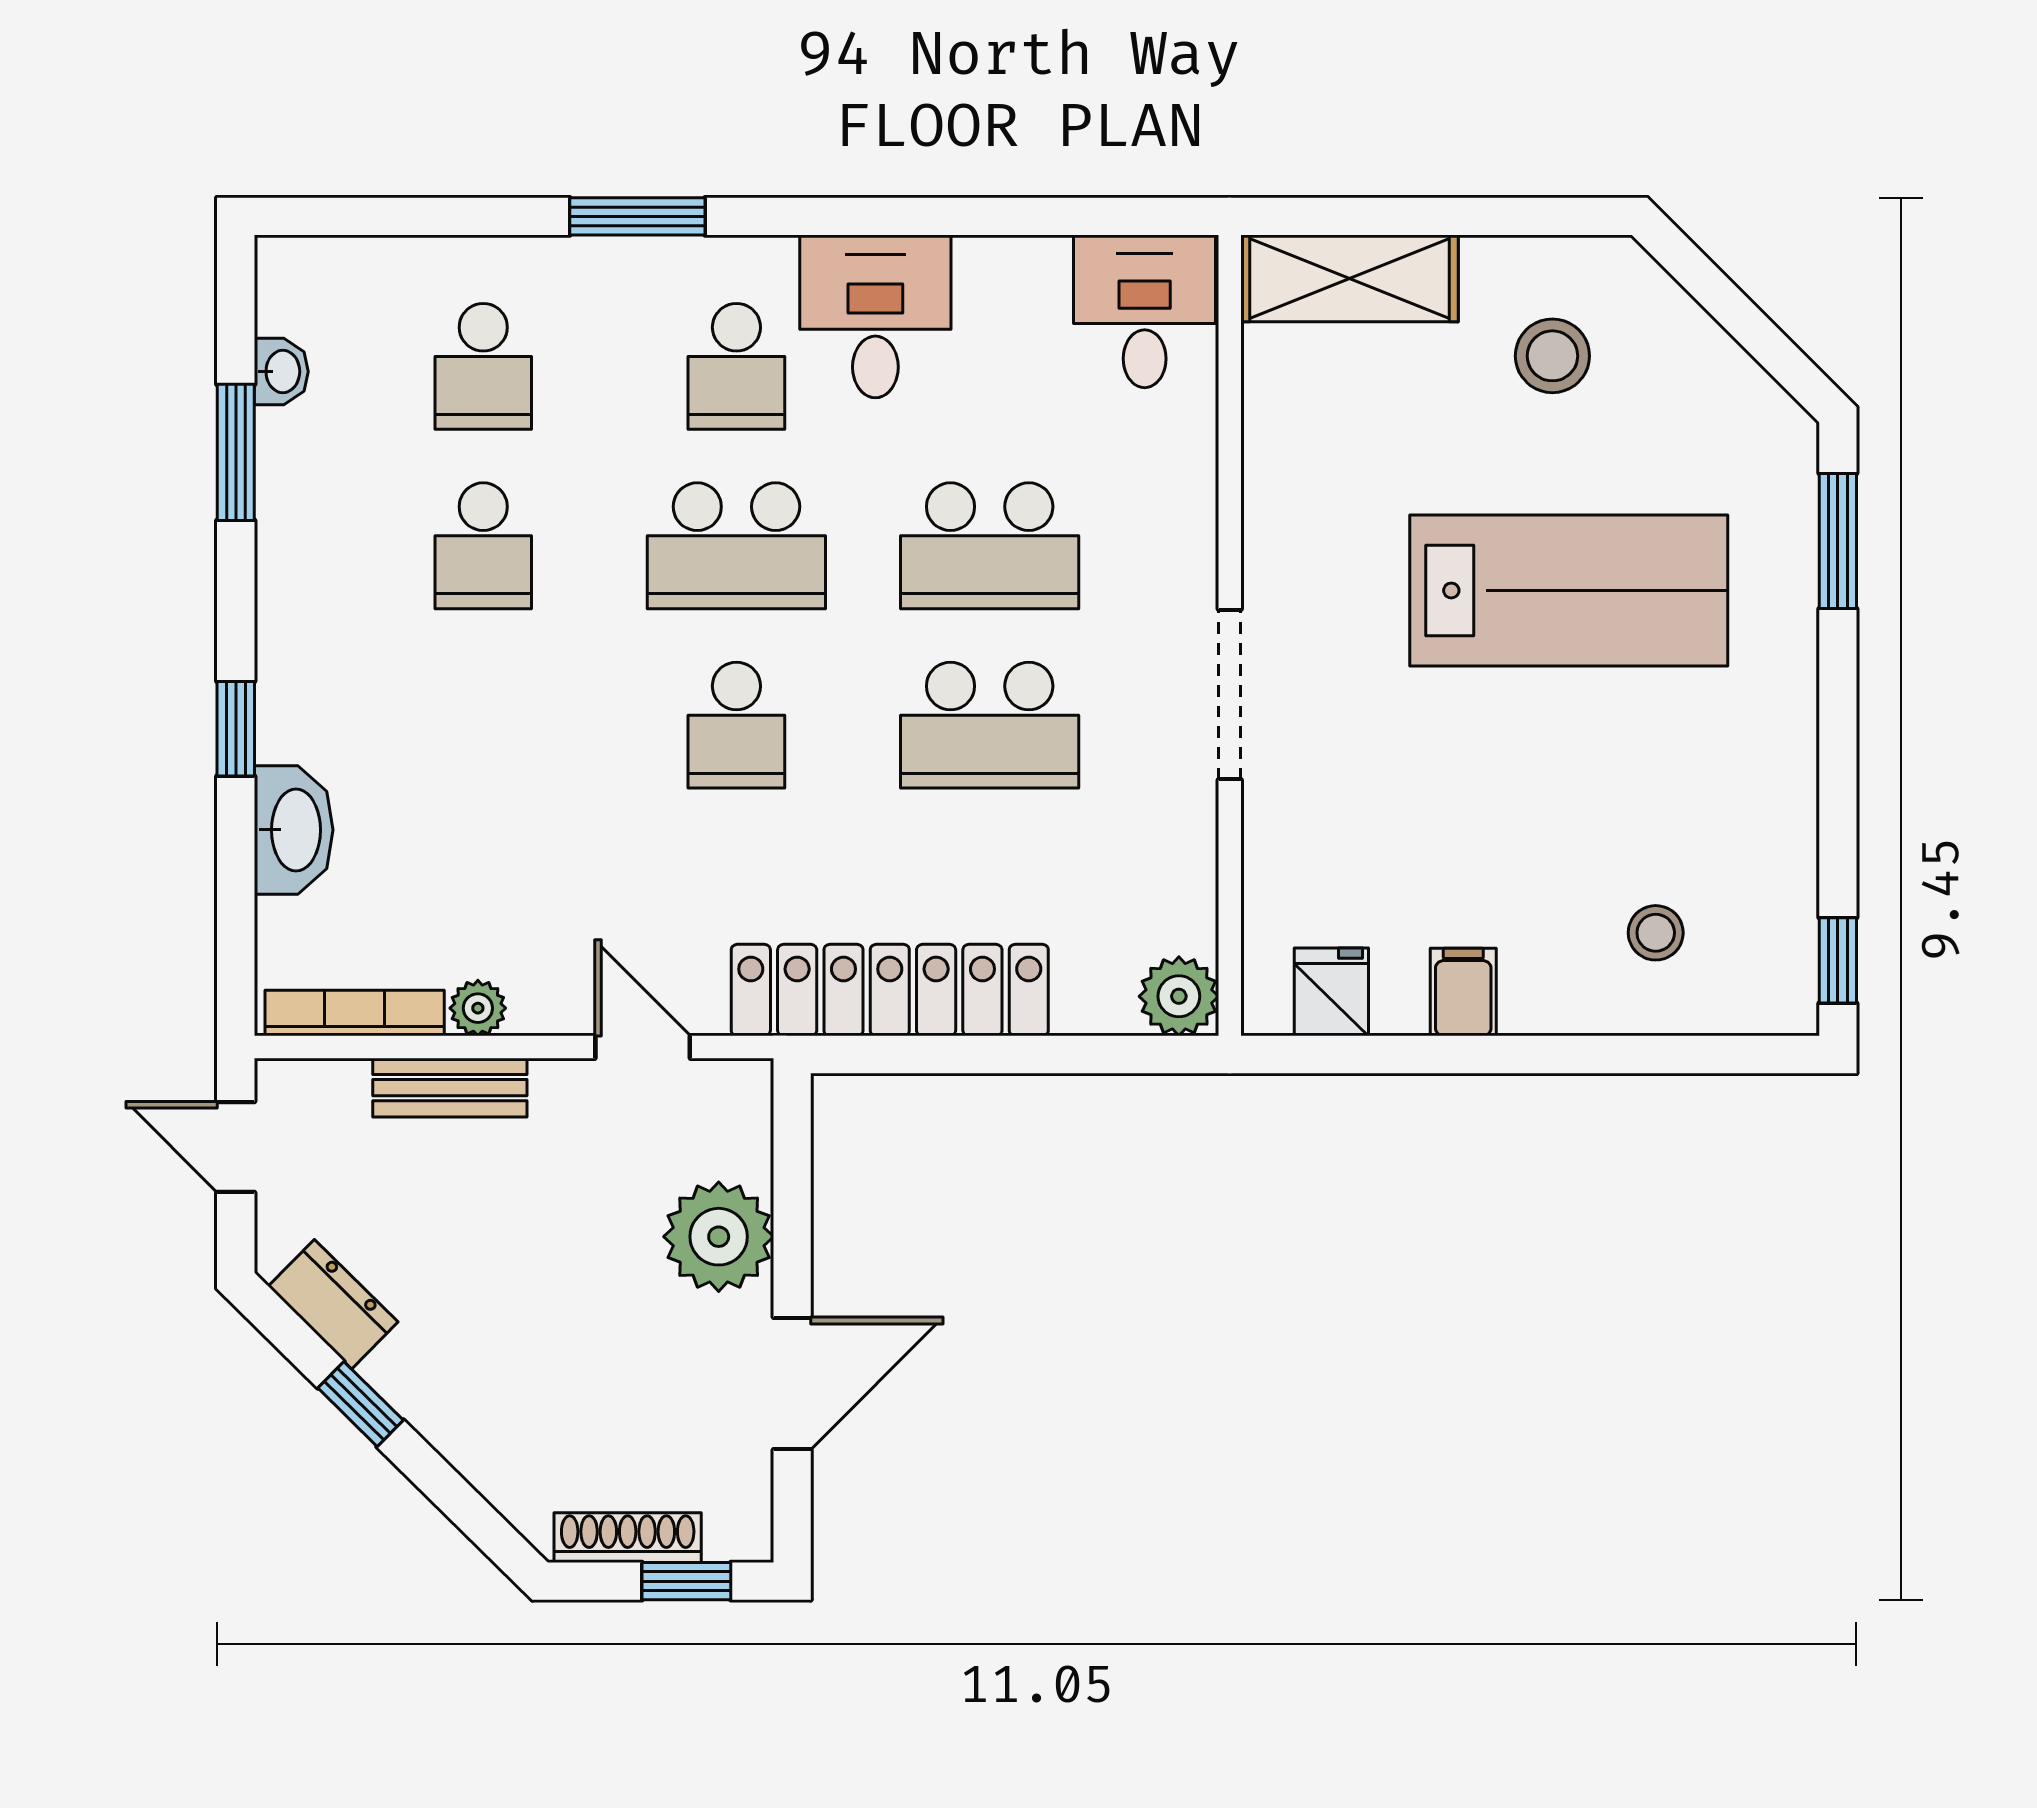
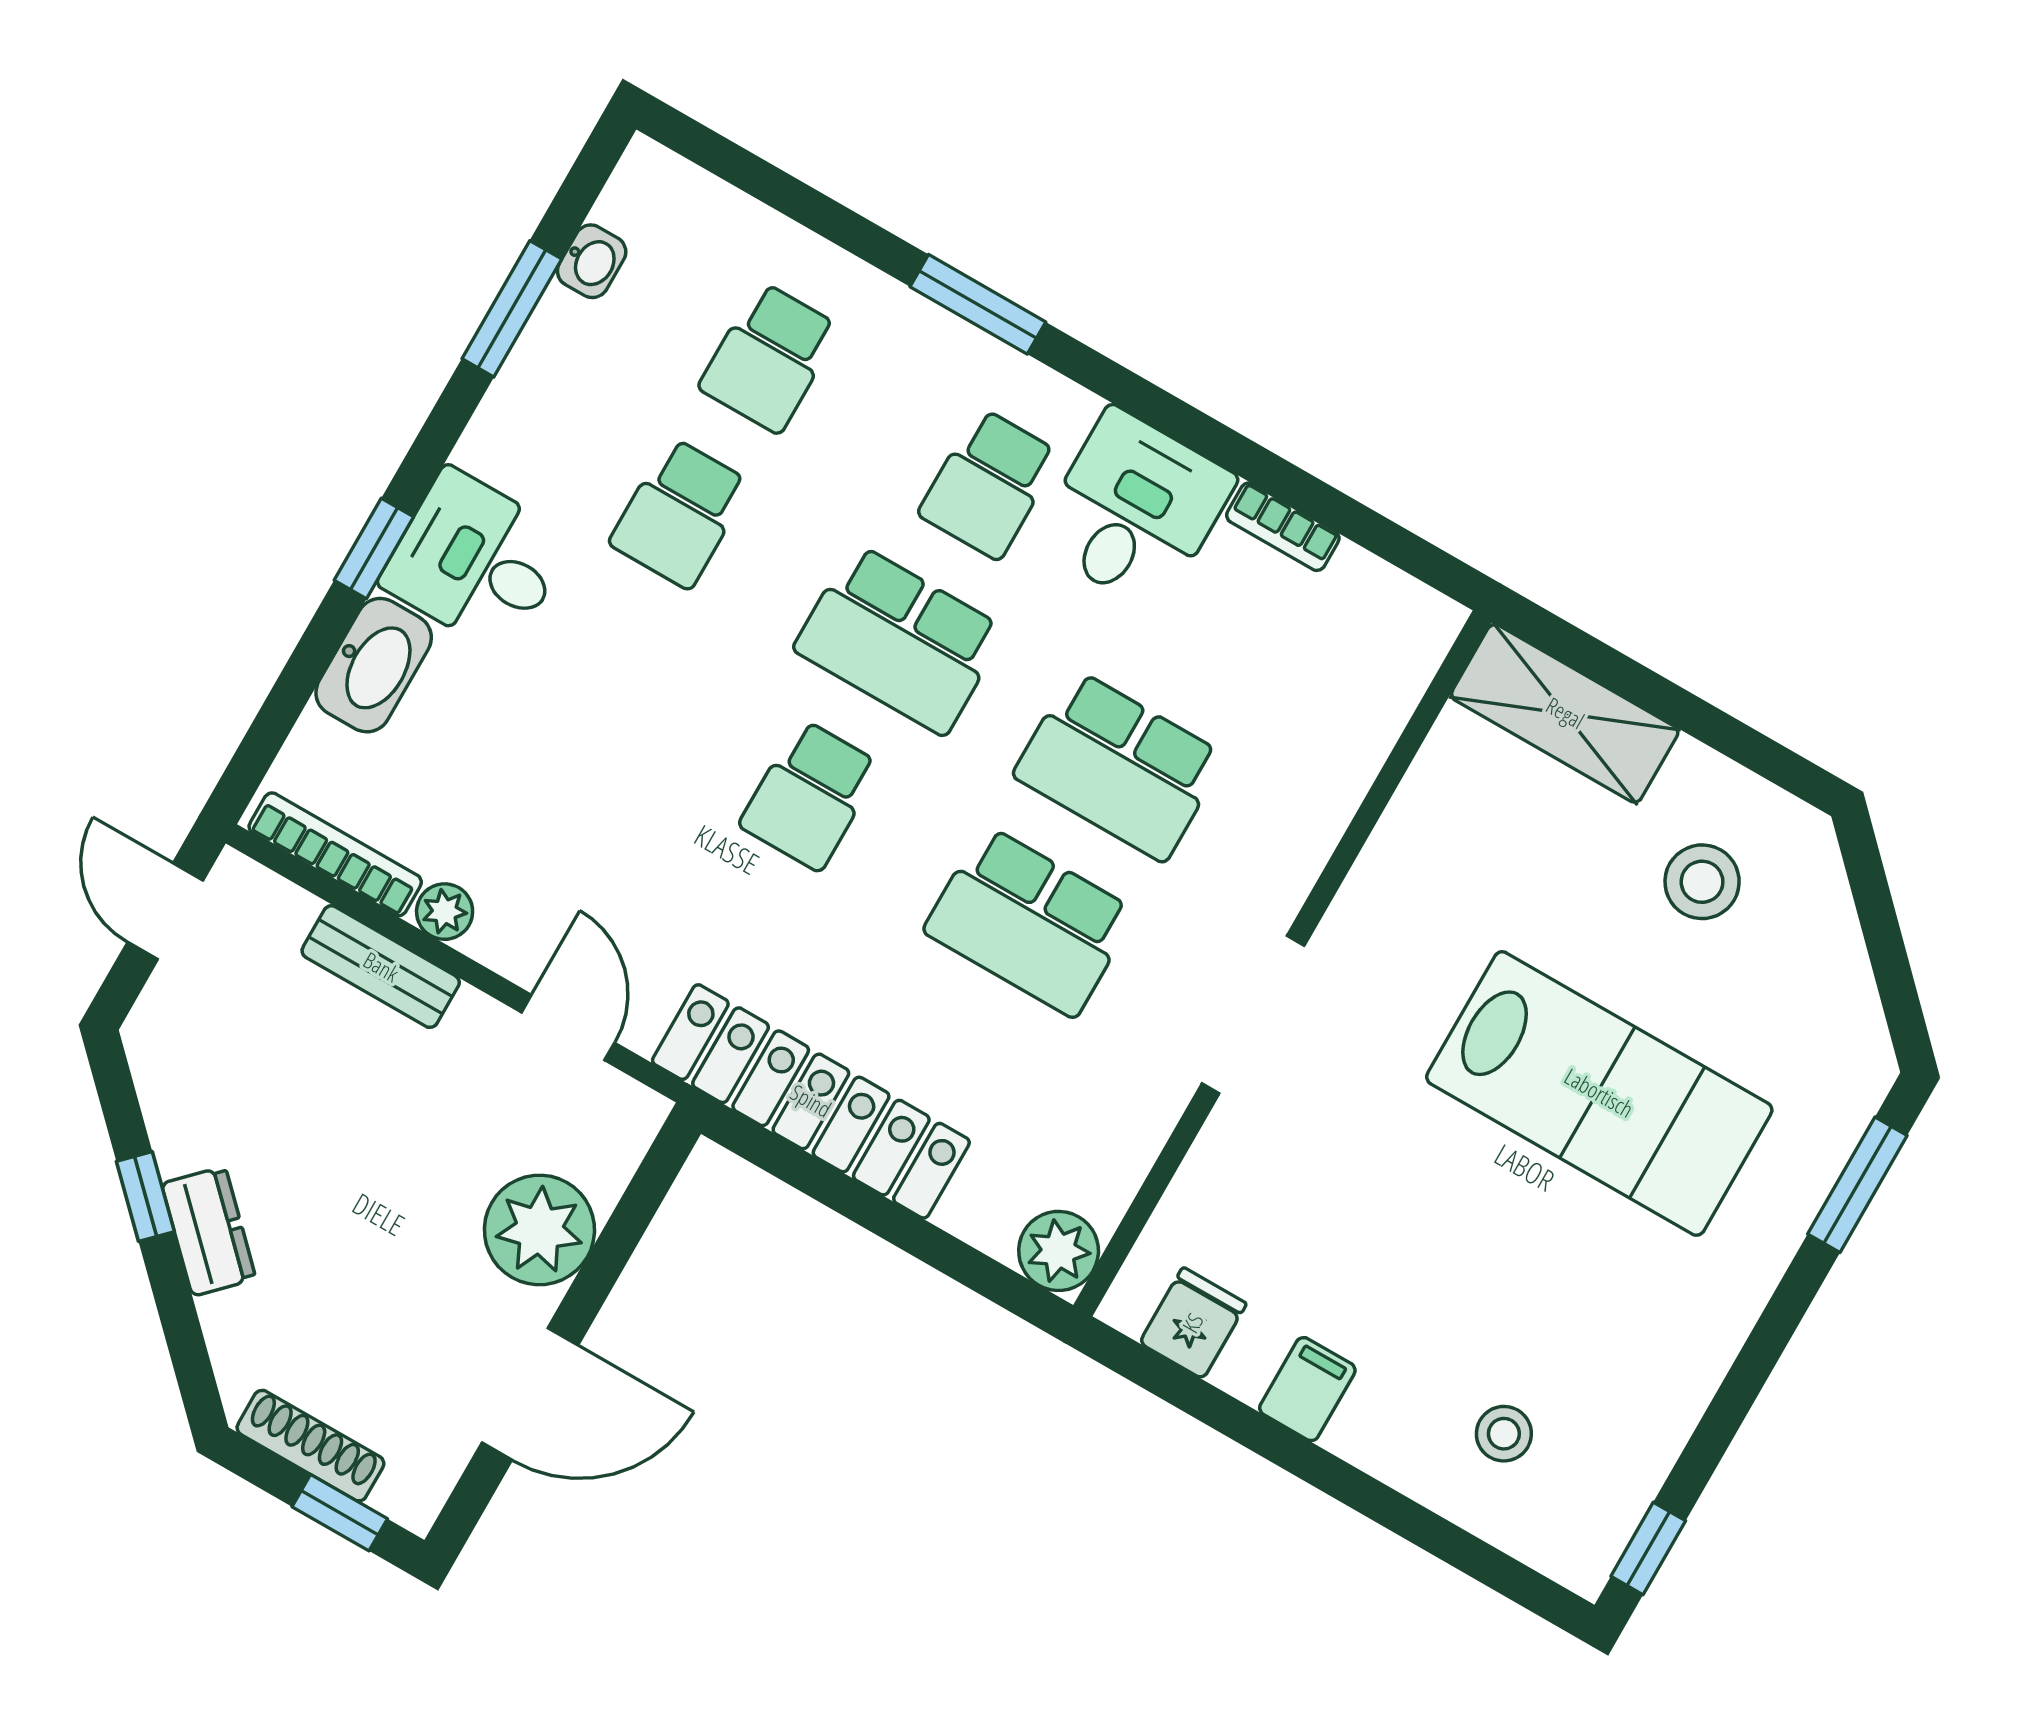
bookcase: (1012, 257) -> (1283, 527), added
desk: (1145, 311) -> (476, 561), moved, turned -90
dresser: (333, 1304) -> (209, 1231), moved

